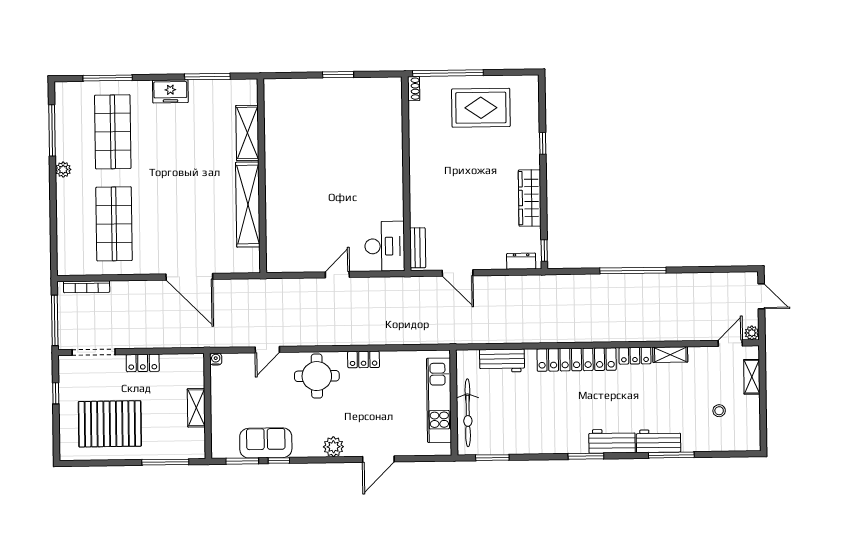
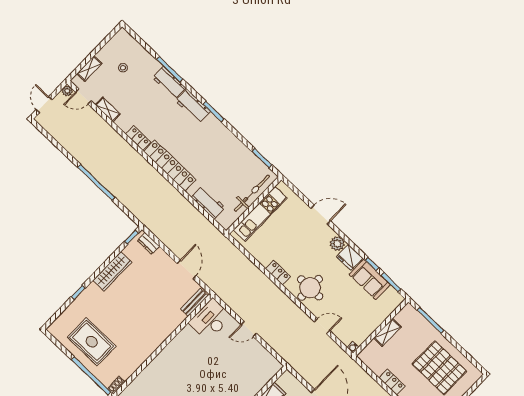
shelving: (670, 355) -> (108, 109), moved
fridge: (307, 445) -> (350, 257), added

